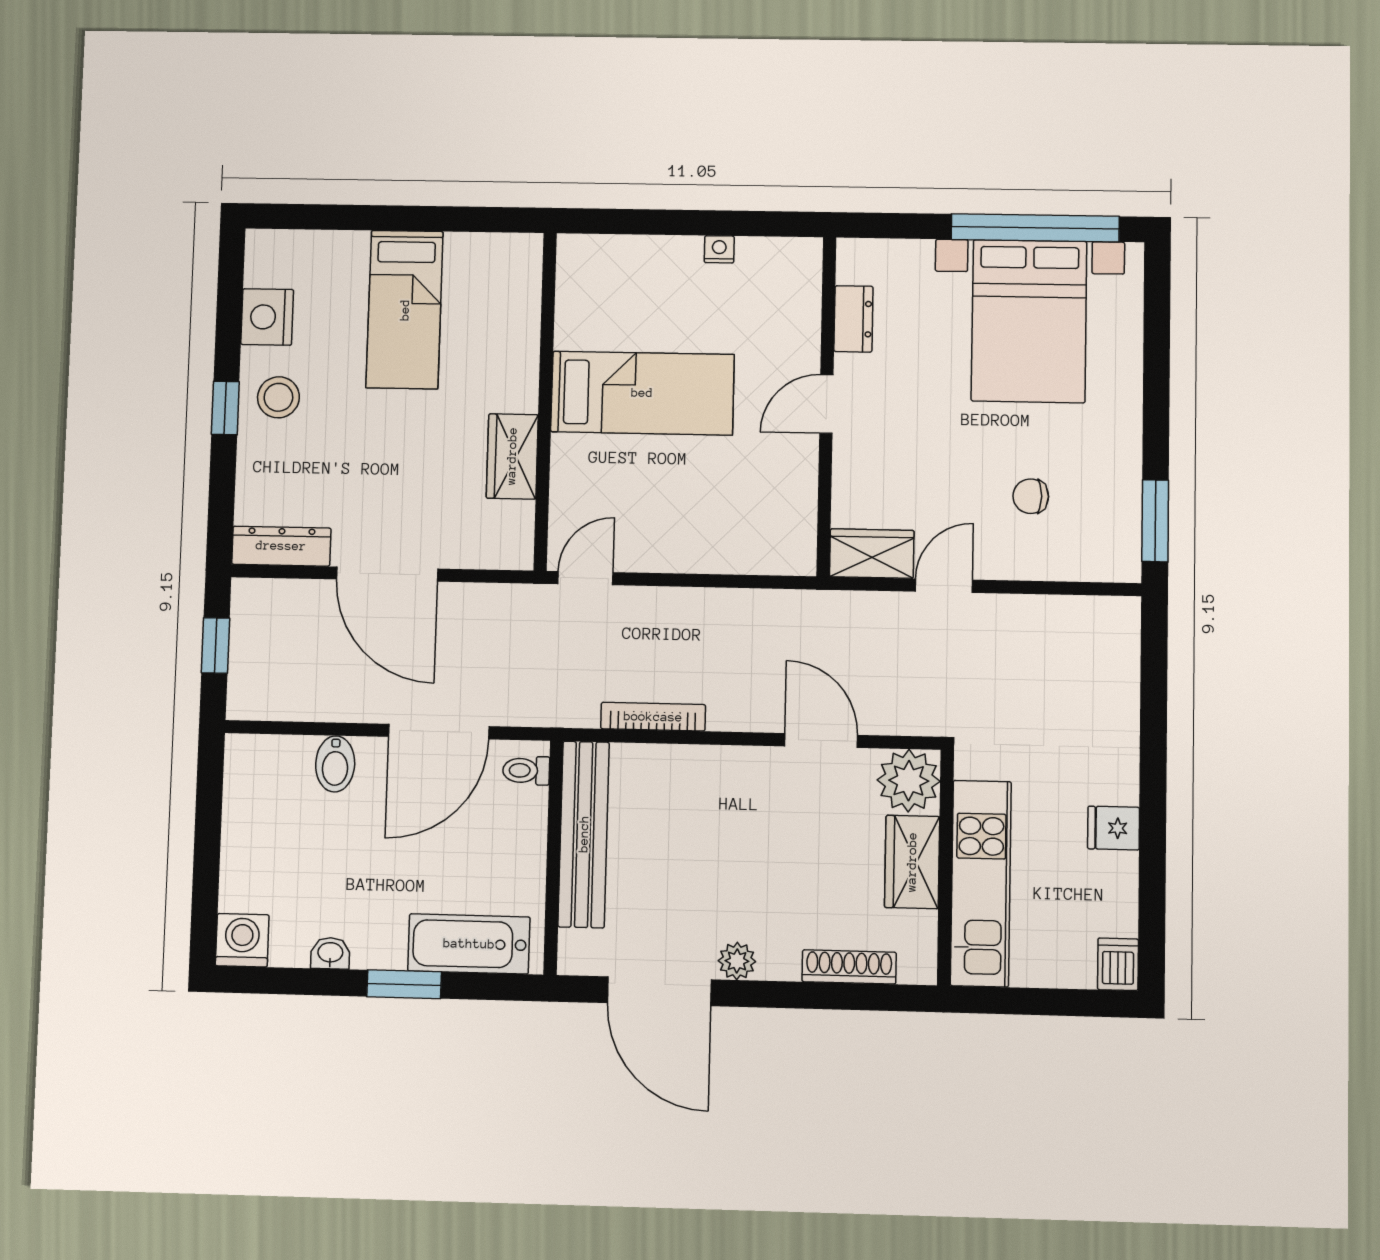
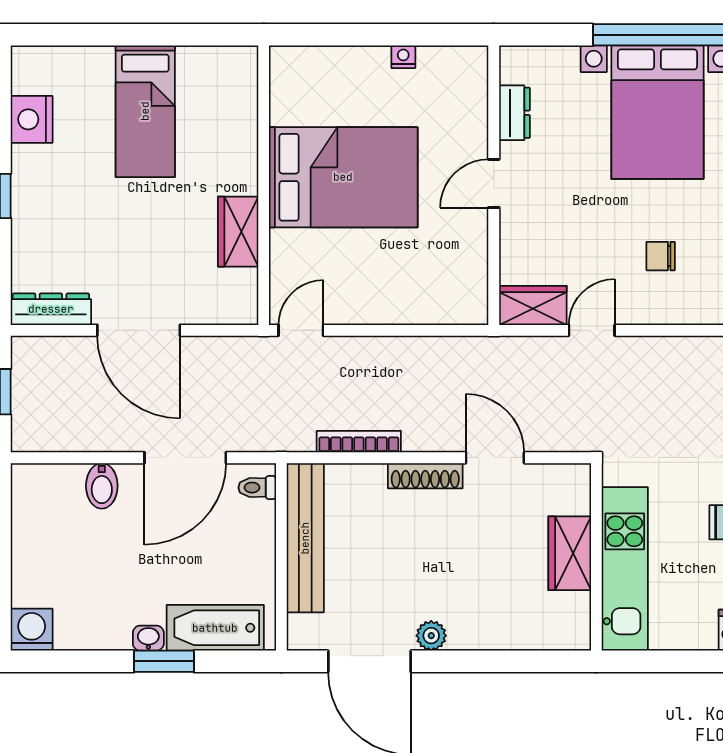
bed: (642, 393) -> (343, 177), width x1.50
stool: (278, 397) -> (44, 186), removed
plant: (909, 781) -> (566, 488), removed
washbasin: (330, 953) -> (148, 638), moved
shoe rack: (849, 967) -> (425, 476), moved, turned 180

